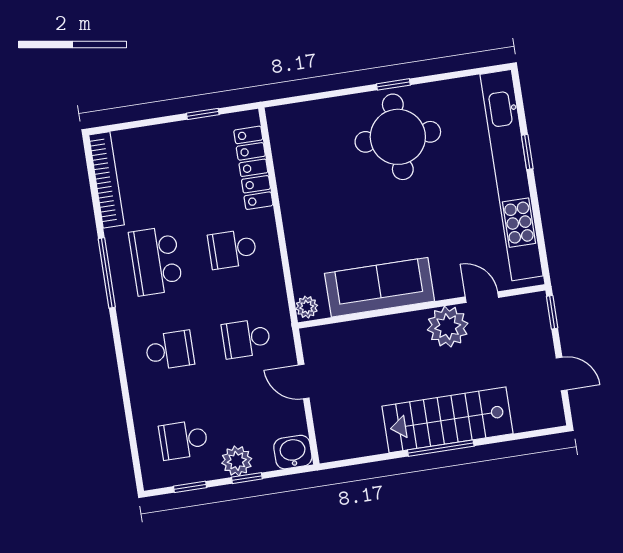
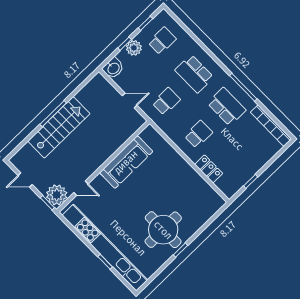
locker: (253, 168) -> (209, 169), width x0.66
plant: (307, 307) -> (150, 132), removed
plant: (448, 327) -> (57, 195), moved
school desk: (170, 350) -> (194, 74), width x1.85

